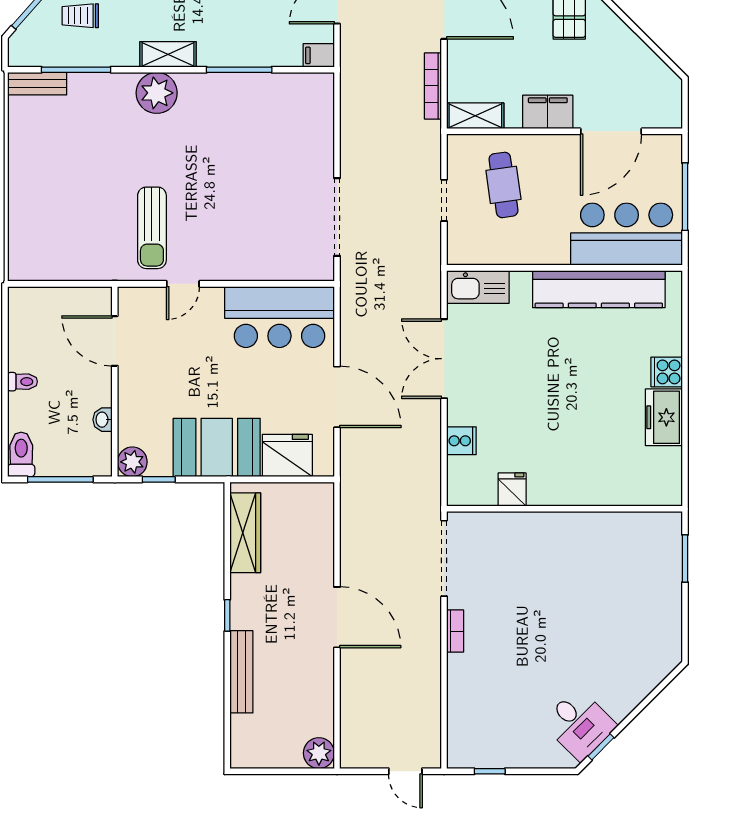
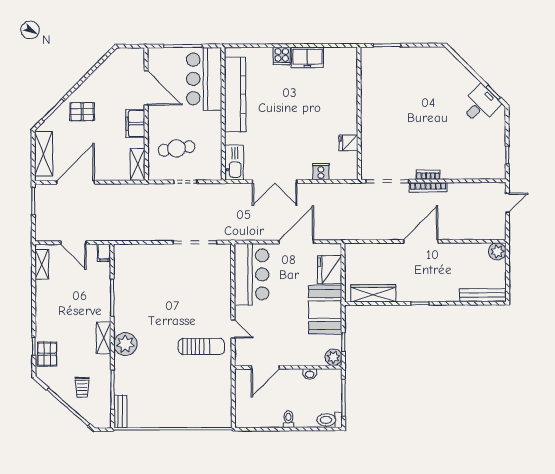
bookcase: (433, 86) -> (428, 187), moved
bench: (241, 672) -> (483, 295), moved

